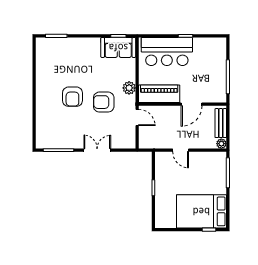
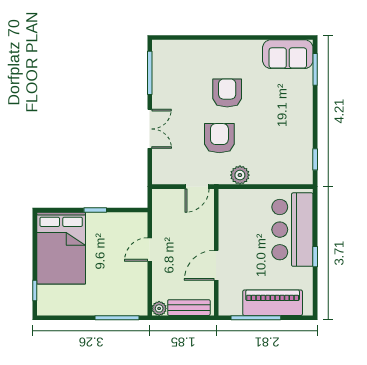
sofa: (118, 47) -> (288, 54), moved, turned -90
piano: (159, 94) -> (273, 303), moved, turned -90
armchair: (72, 97) -> (227, 93), turned 90
door: (192, 104) -> (216, 265), hinge flipped
bed: (201, 211) -> (61, 248), moved, turned 180

